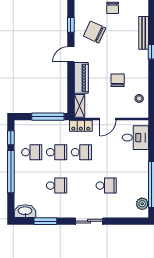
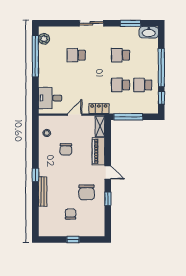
chair: (95, 32) -> (87, 192), turned 64
door: (71, 54) -> (108, 172), hinge flipped
school desk: (81, 152) -> (98, 85), removed

